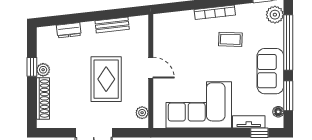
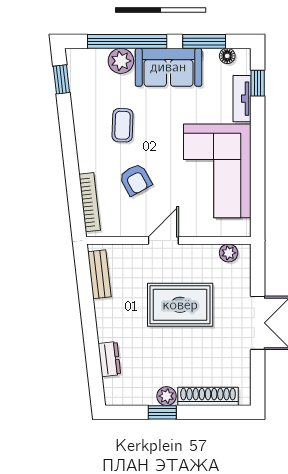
bookcase: (215, 12) -> (90, 202), moved
plant: (275, 15) -> (121, 61), moved
bench: (112, 25) -> (99, 274), moved
armchair: (193, 48) -> (135, 180), added

